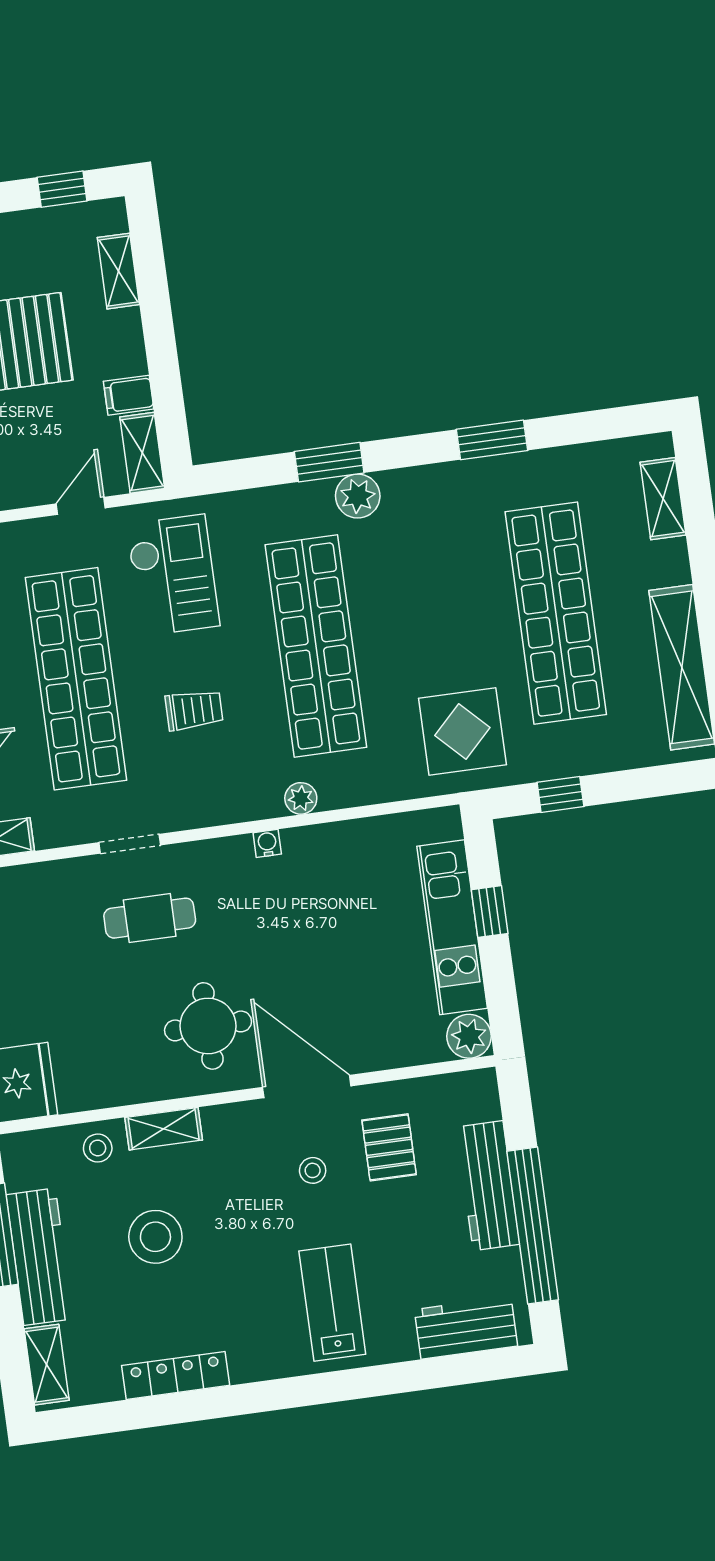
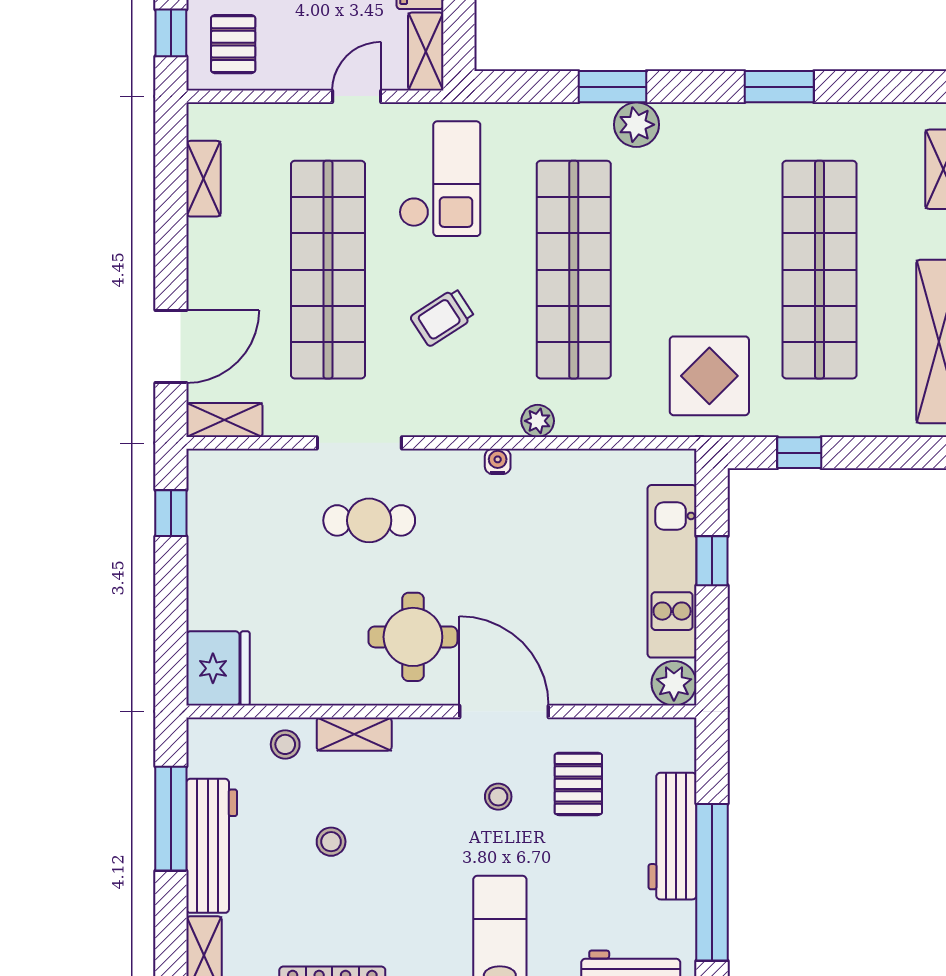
trolley: (194, 710) -> (442, 317), turned 147
doorway: (130, 844) -> (359, 443), width x1.38
stool: (155, 1237) -> (331, 842), width x0.53, depth x0.53

